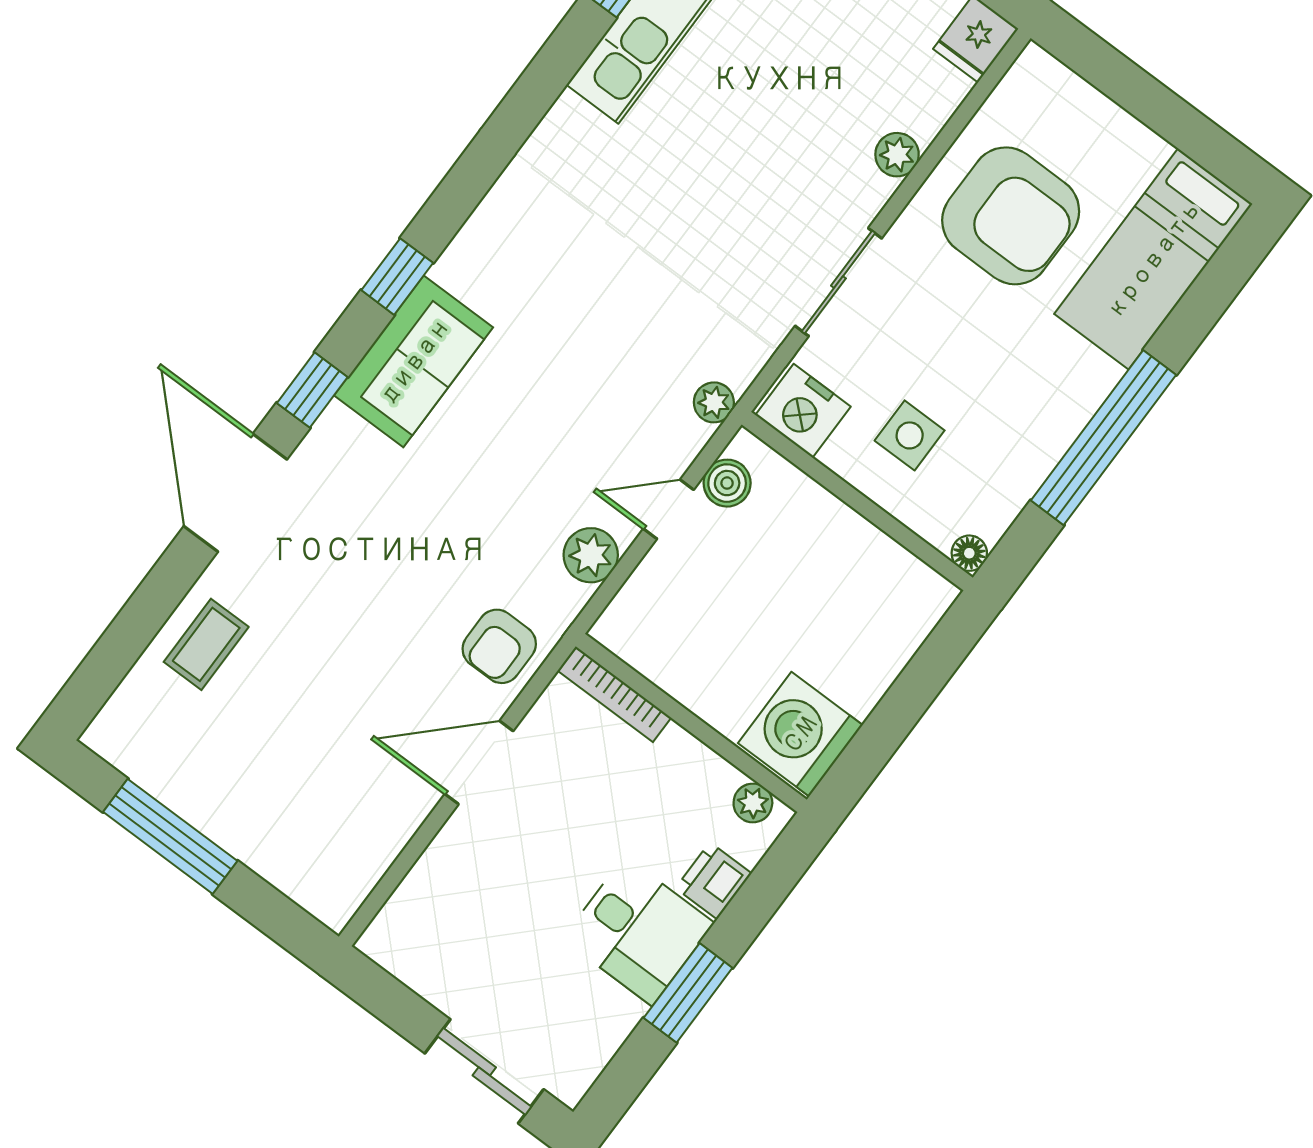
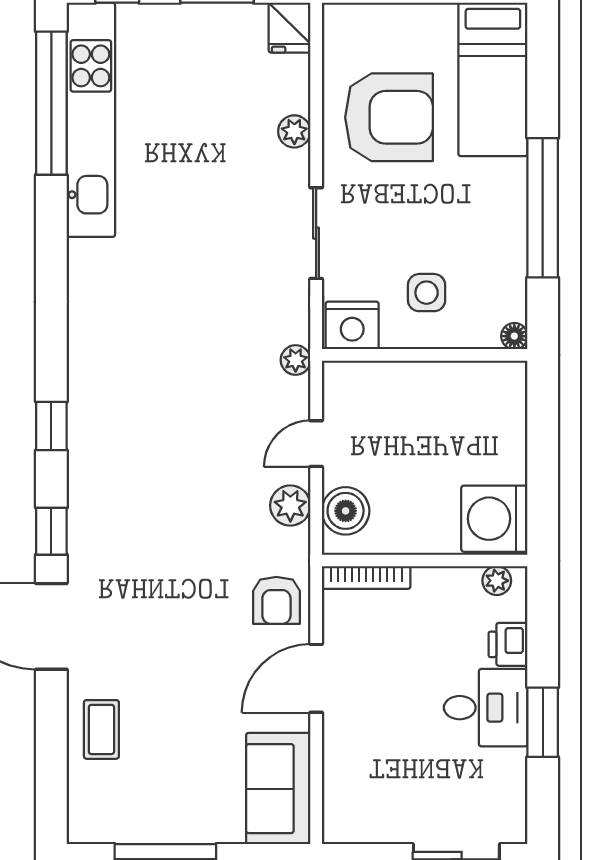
sofa: (414, 361) -> (278, 789), moved, turned 180
boiler: (727, 483) -> (346, 511), moved, width x1.36, depth x1.36

